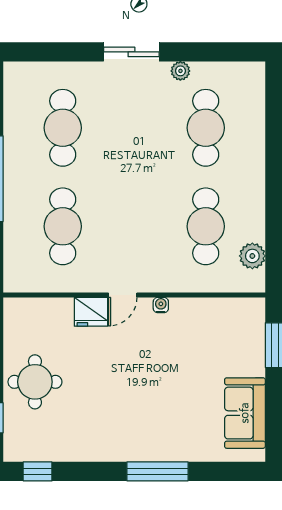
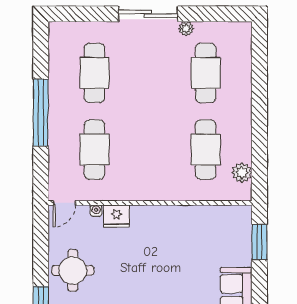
sliding door: (131, 52) -> (148, 14), width x1.37
door: (123, 295) -> (65, 203), moved
water cooler: (161, 305) -> (96, 211), moved

